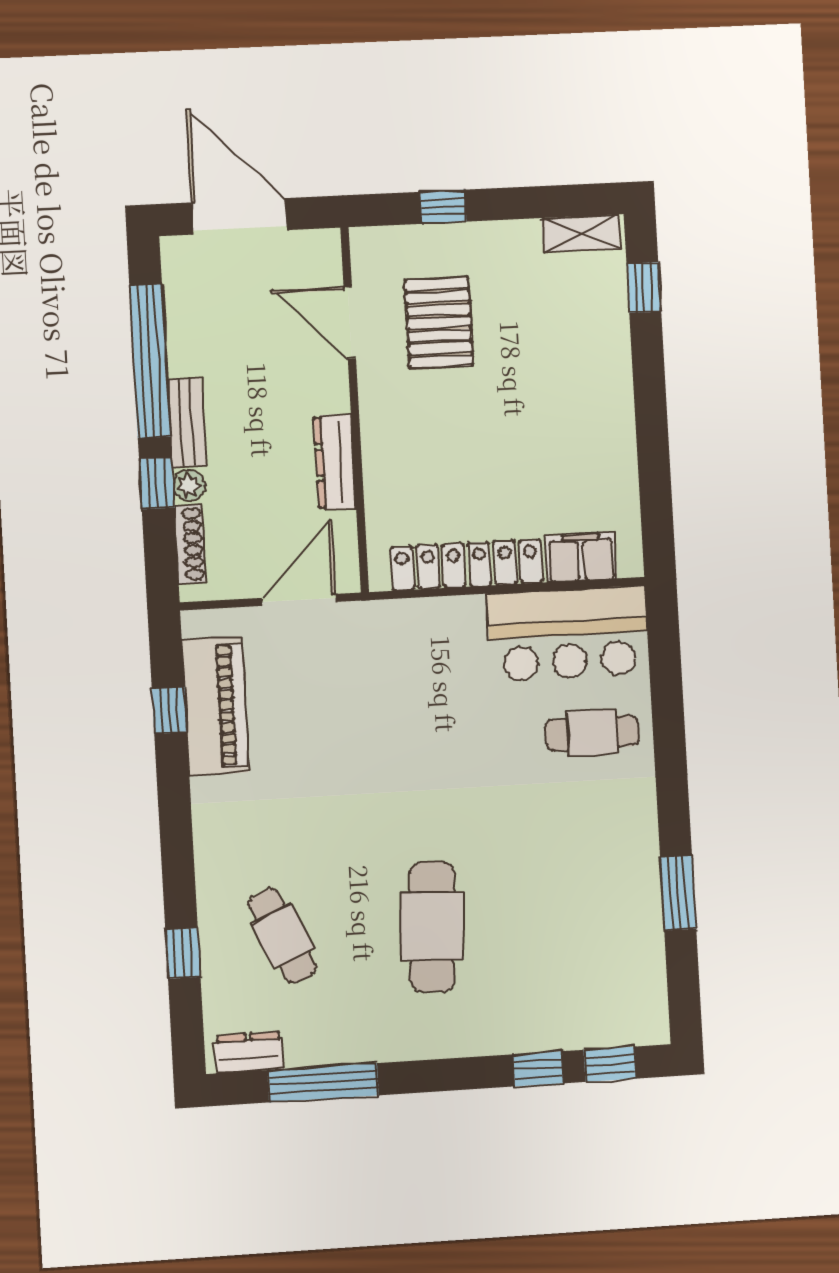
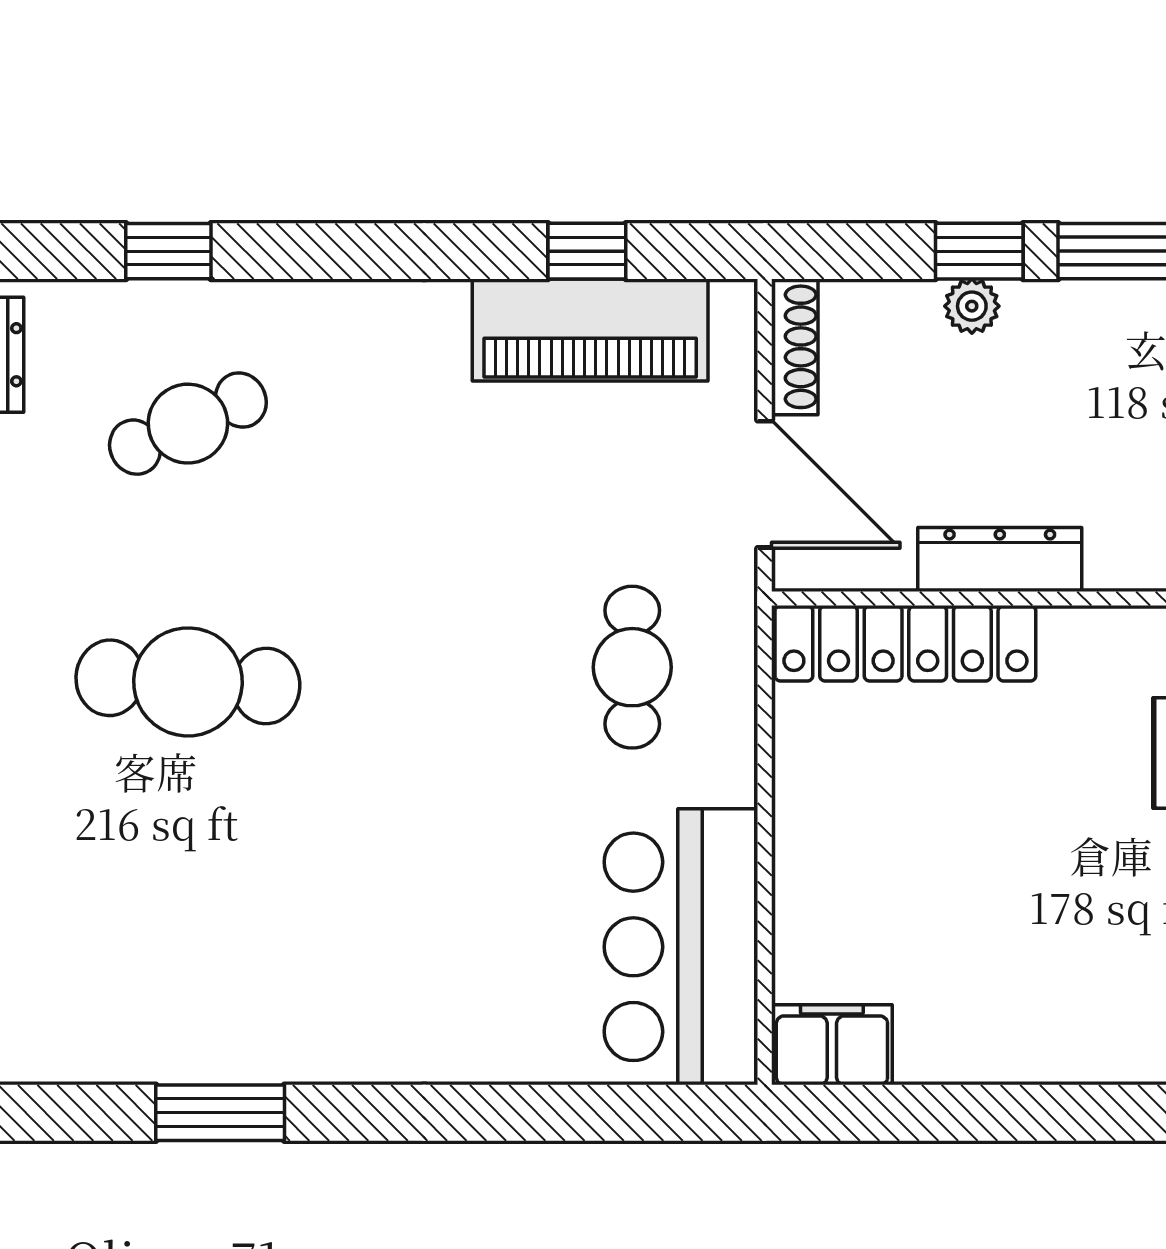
bench: (187, 422) -> (1081, 308), removed
shoe rack: (190, 544) -> (795, 347), moved, turned -90
filing cabinet: (581, 557) -> (832, 1045), moved, turned -90
locker: (467, 565) -> (905, 643), moved, turned 90
cafe table: (592, 733) -> (632, 667), moved

